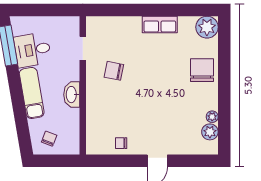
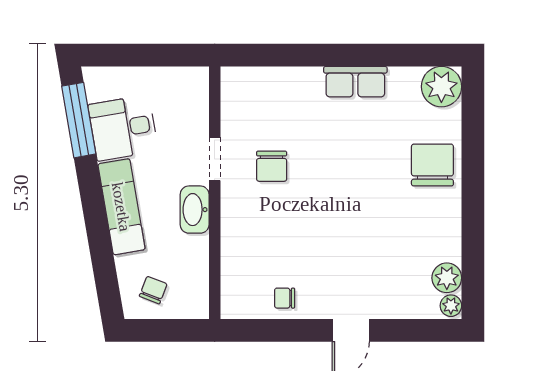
doorway: (83, 48) -> (215, 159), moved
chair: (114, 71) -> (272, 166), turned -101
plant: (212, 117) -> (451, 306), moved

